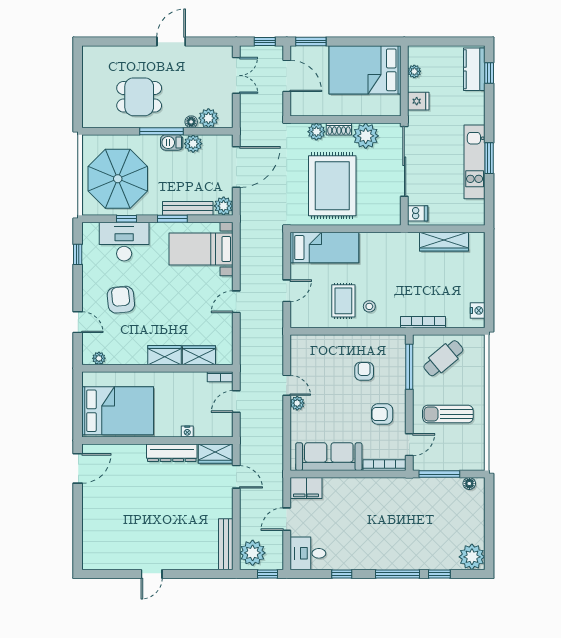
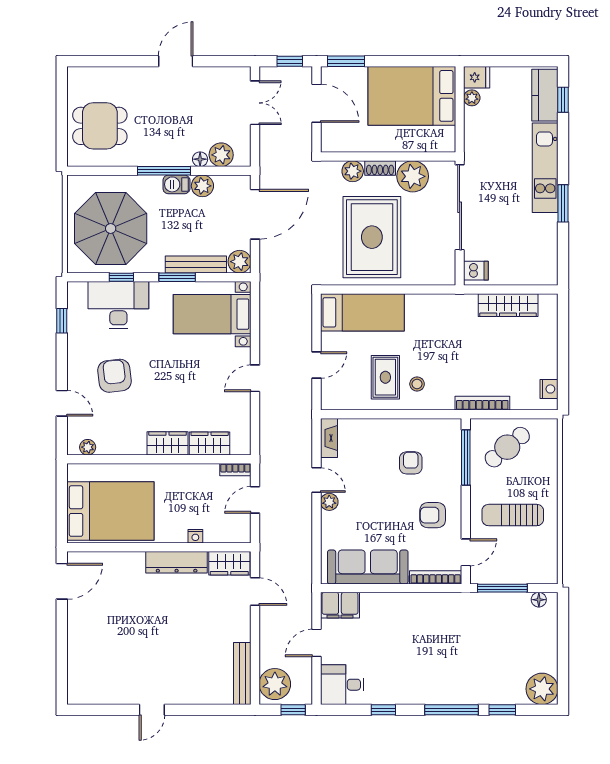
dining table: (139, 97) -> (100, 126), moved
fridge: (418, 101) -> (477, 77), moved
kitchen unit: (475, 162) -> (545, 168), moved
fireplace: (297, 351) -> (329, 438), added

